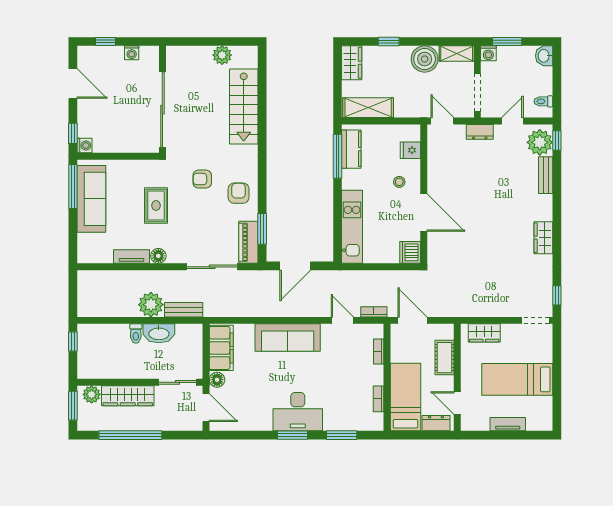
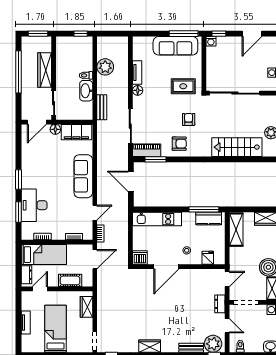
rug: (156, 205) -> (183, 86), moved
plant: (151, 305) -> (105, 67), moved
plant: (92, 394) -> (46, 46), removed
desk: (298, 412) -> (34, 205), moved

